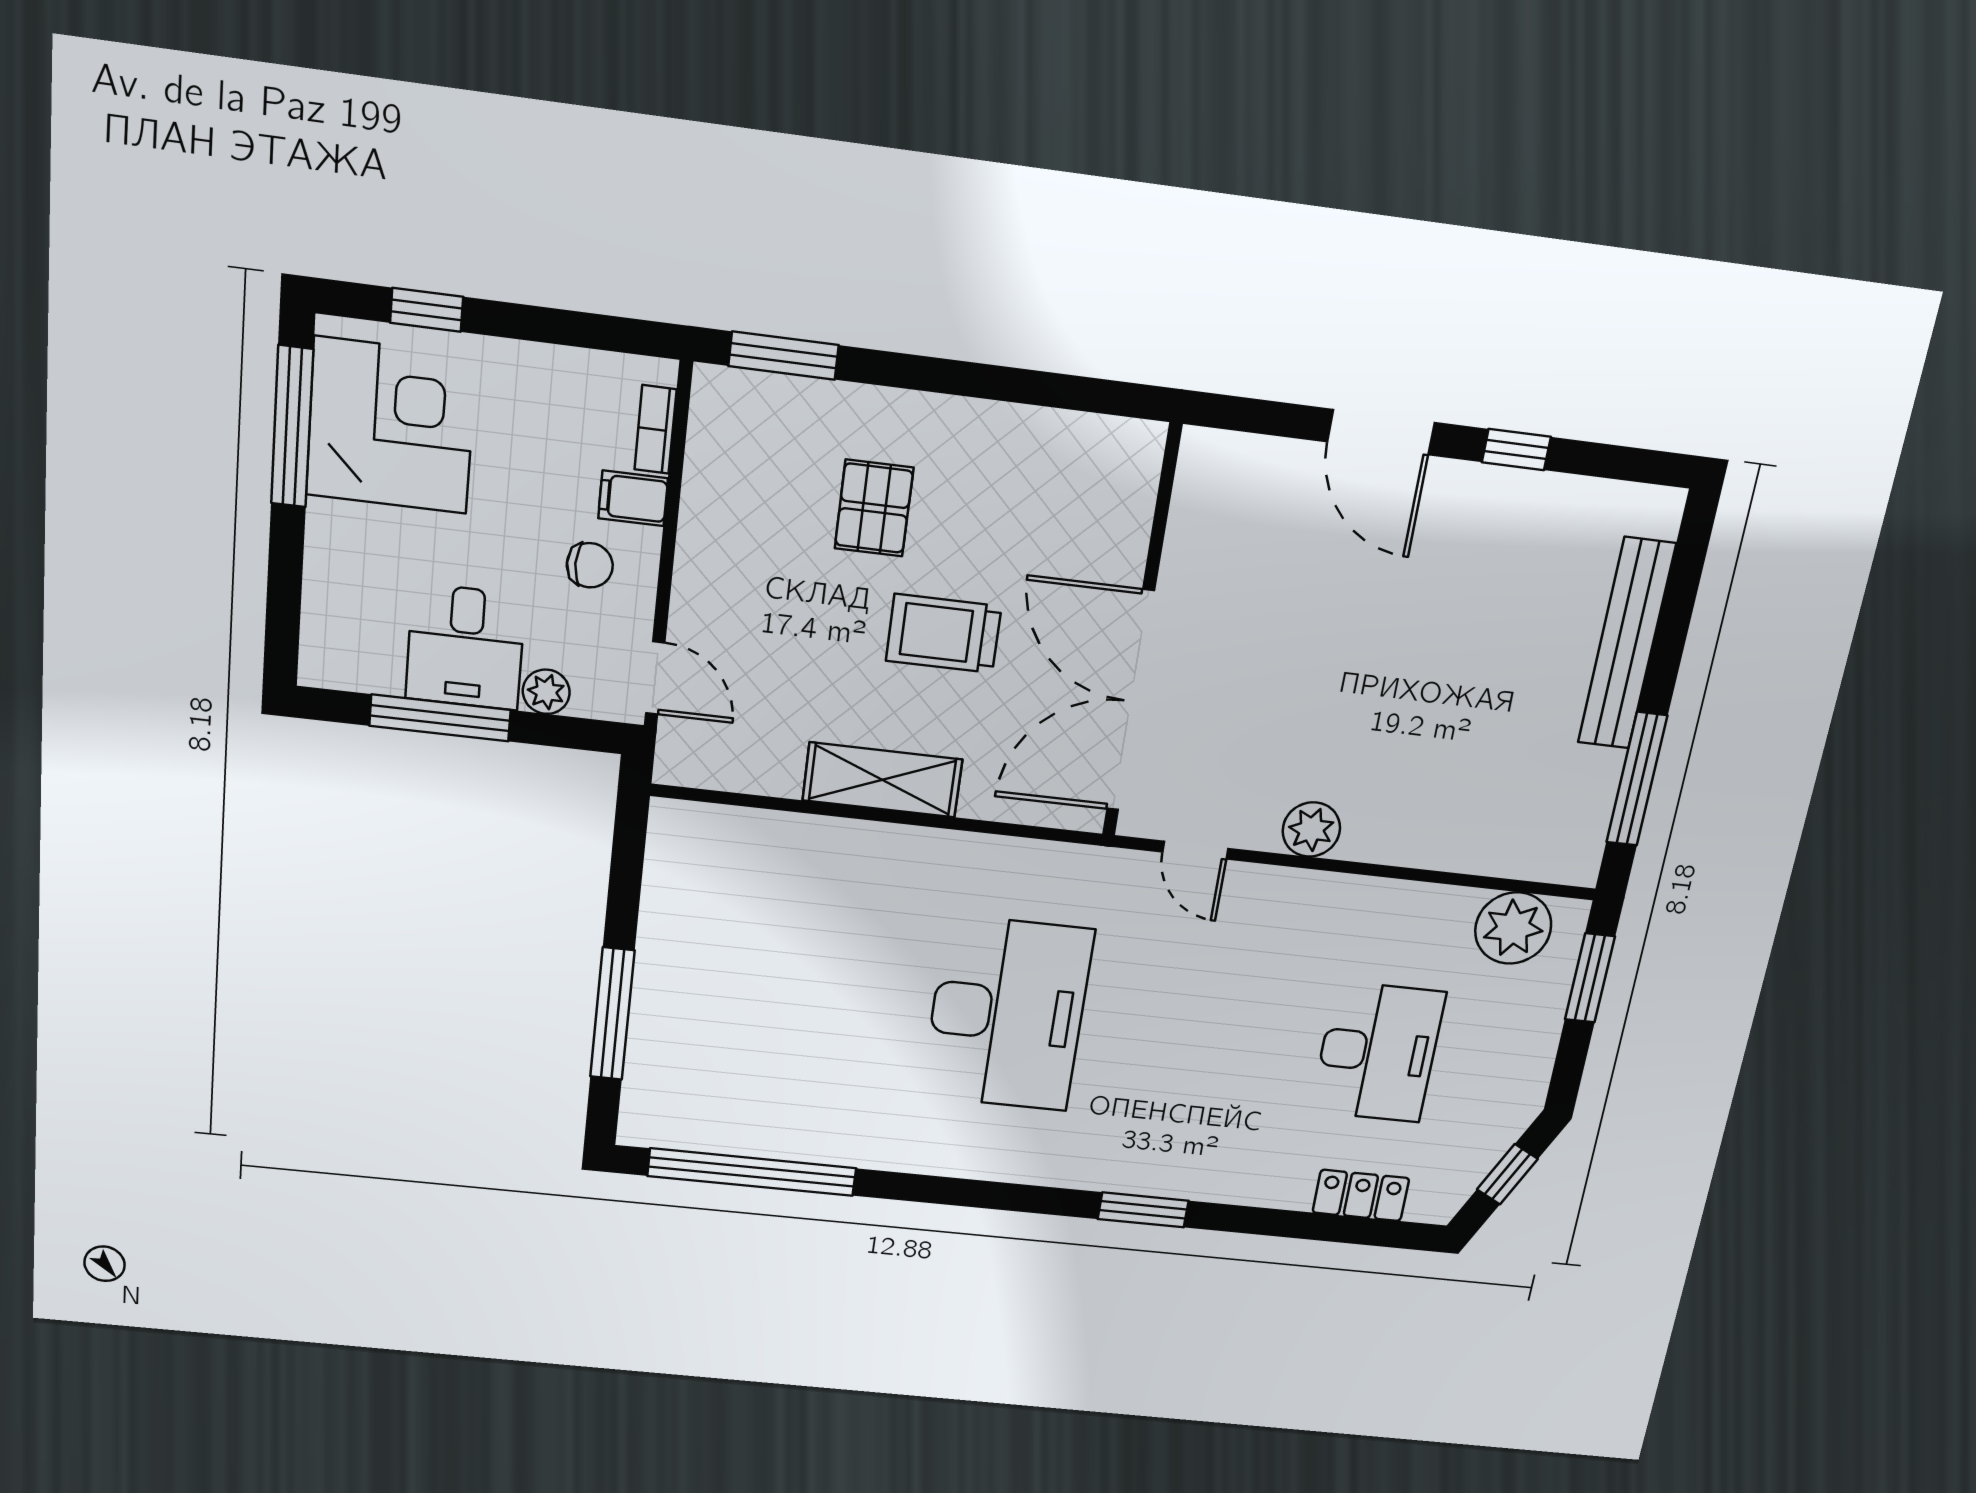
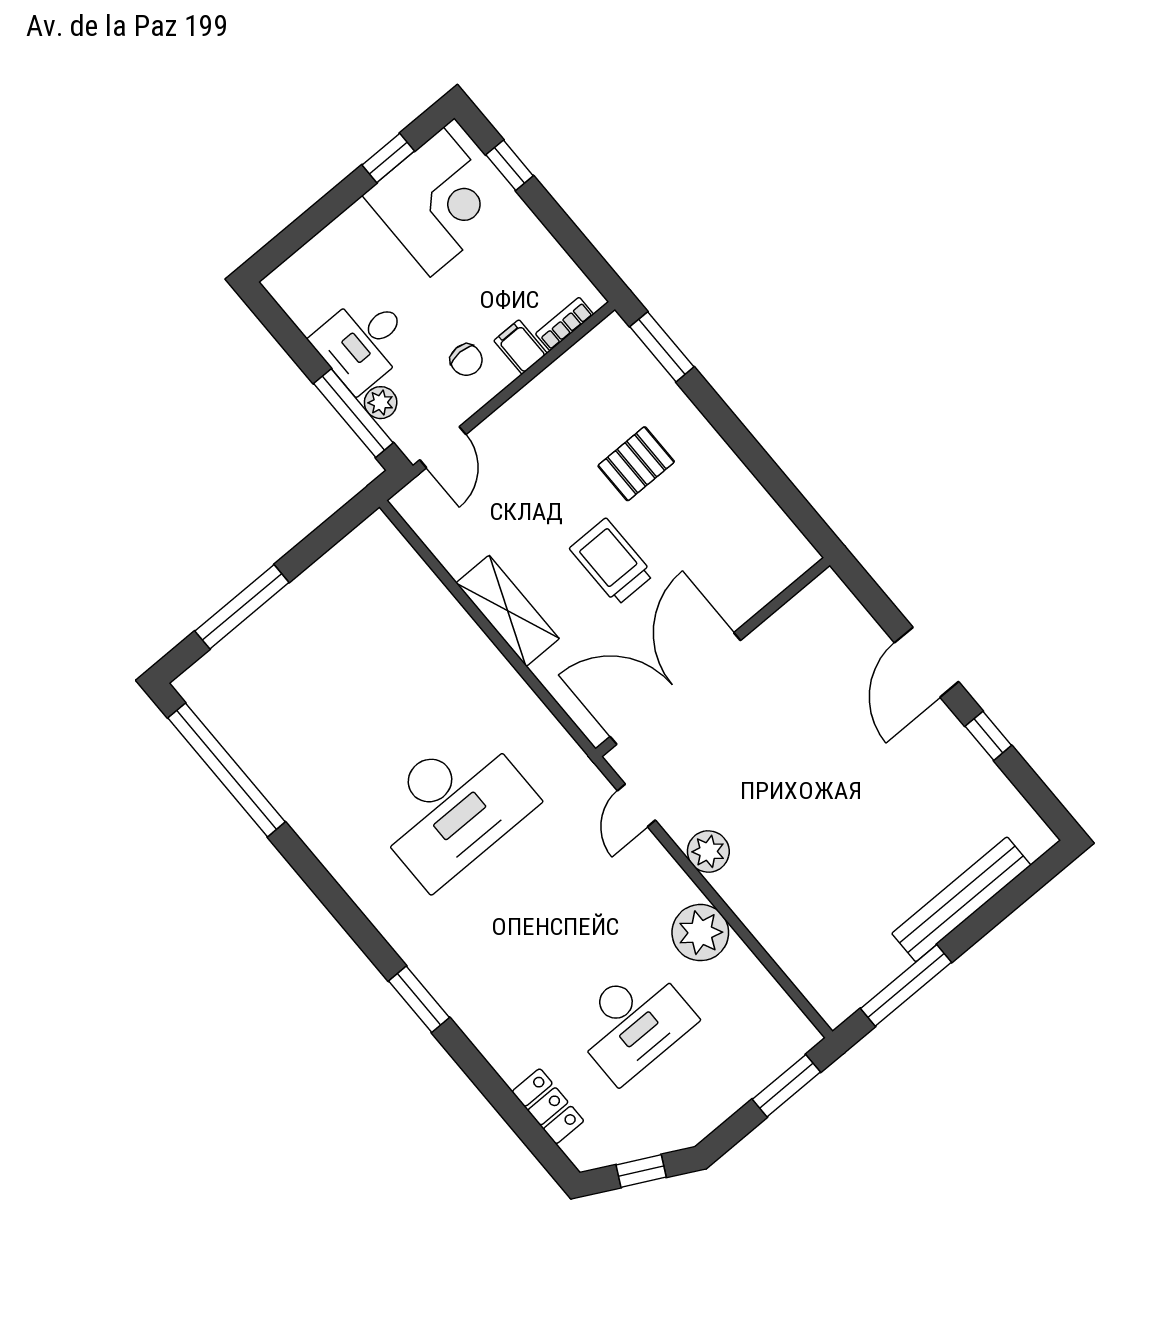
window: (292, 427) -> (388, 158), width x0.46
window: (440, 718) -> (353, 413), moved
plant: (1513, 928) -> (700, 933), moved

